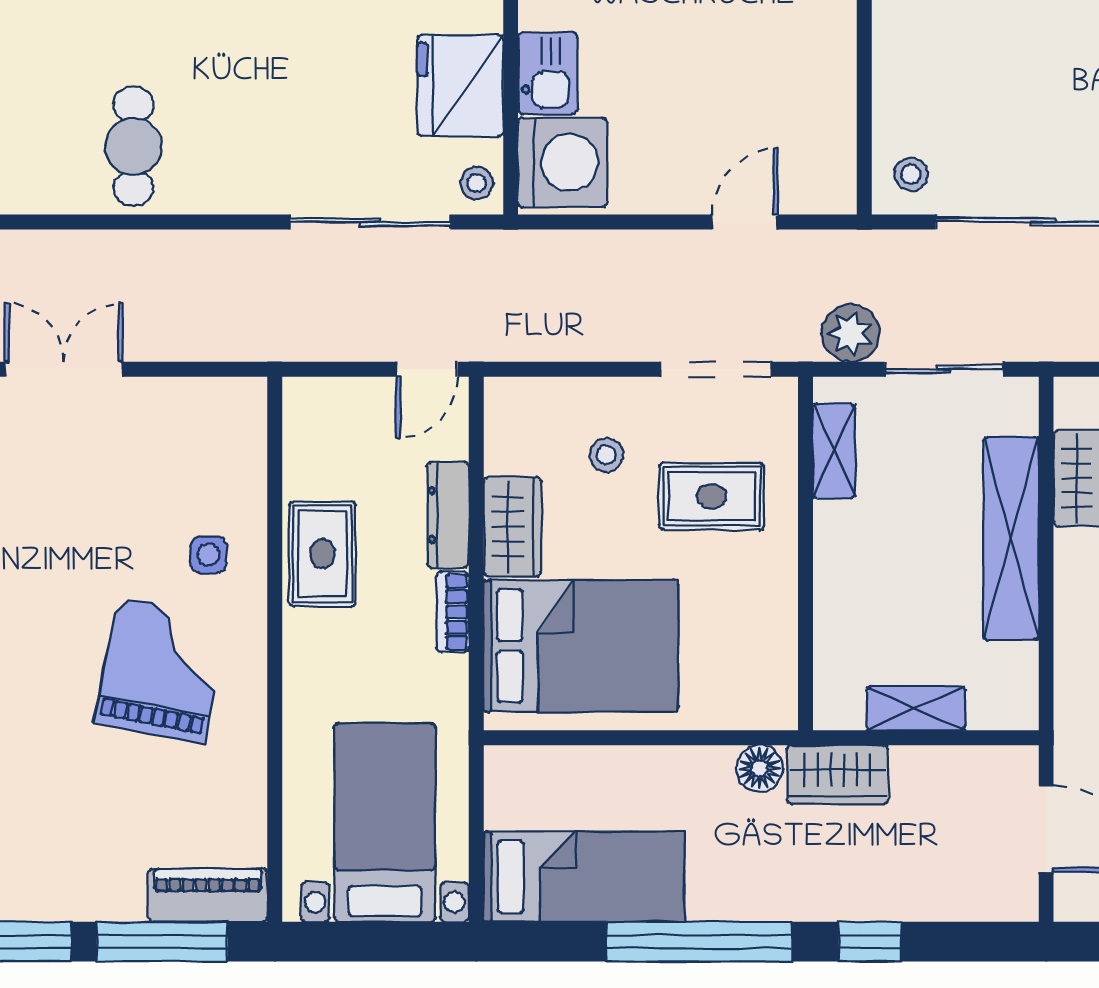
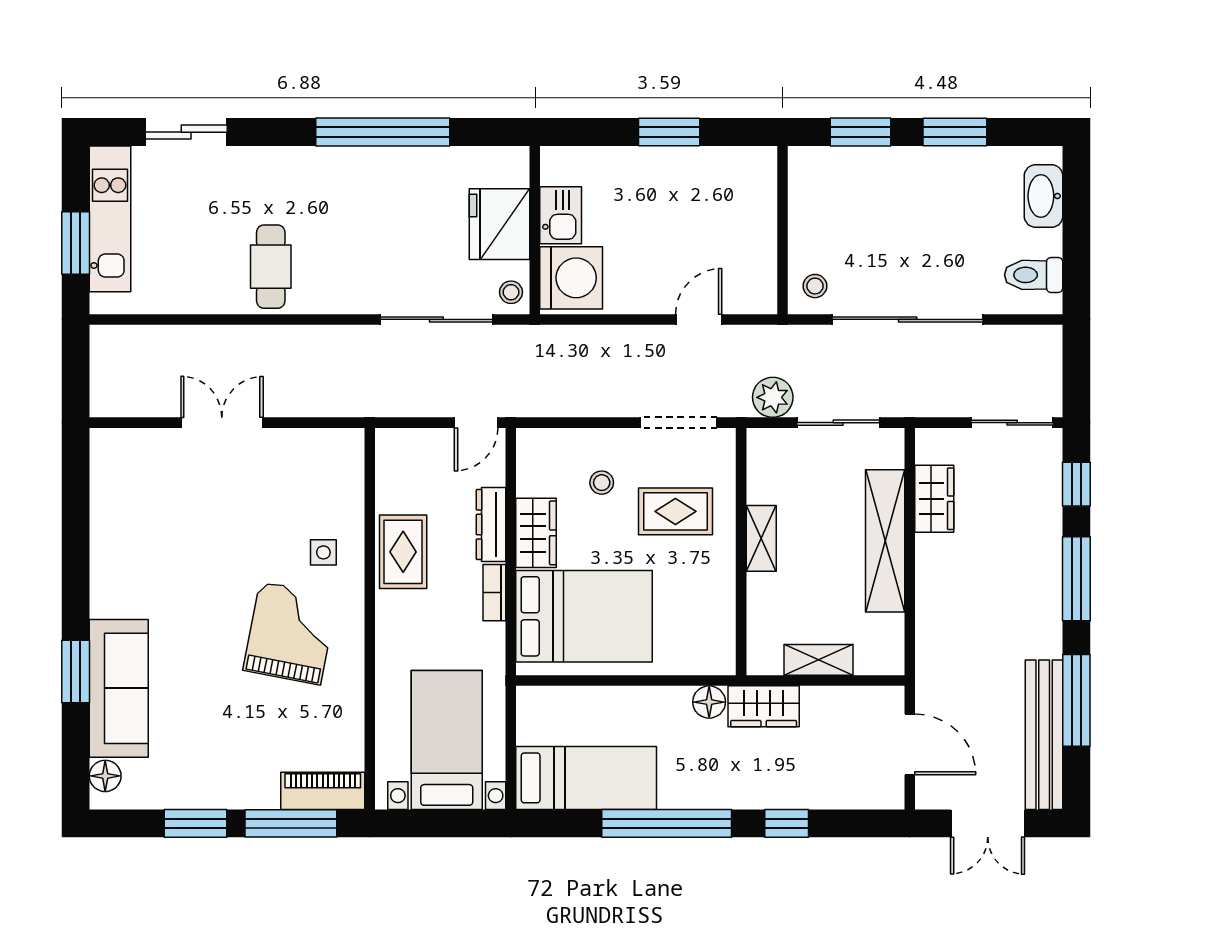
shelving: (834, 451) -> (761, 538), moved

